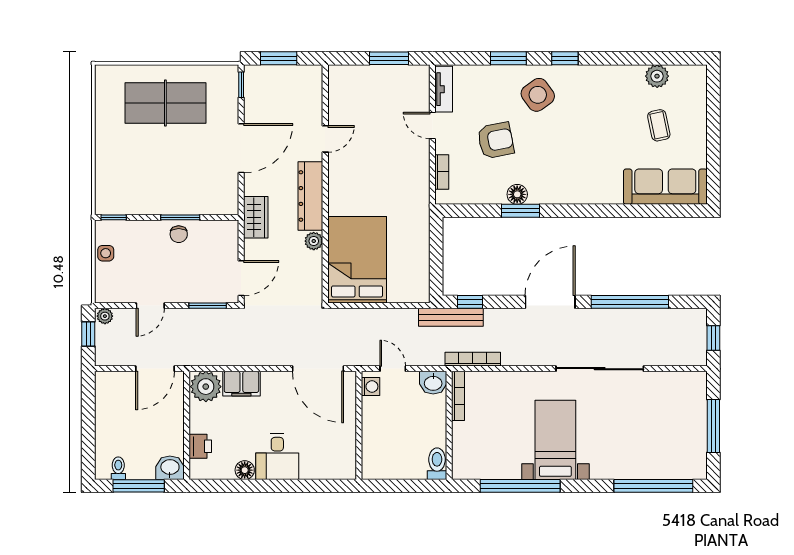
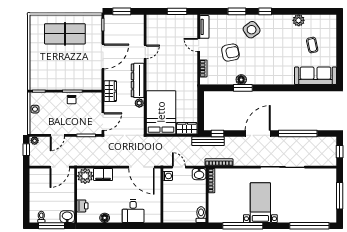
plant: (657, 76) -> (299, 20), moved
wardrobe: (408, 291) -> (187, 128), added
desk: (277, 457) -> (133, 211), moved

